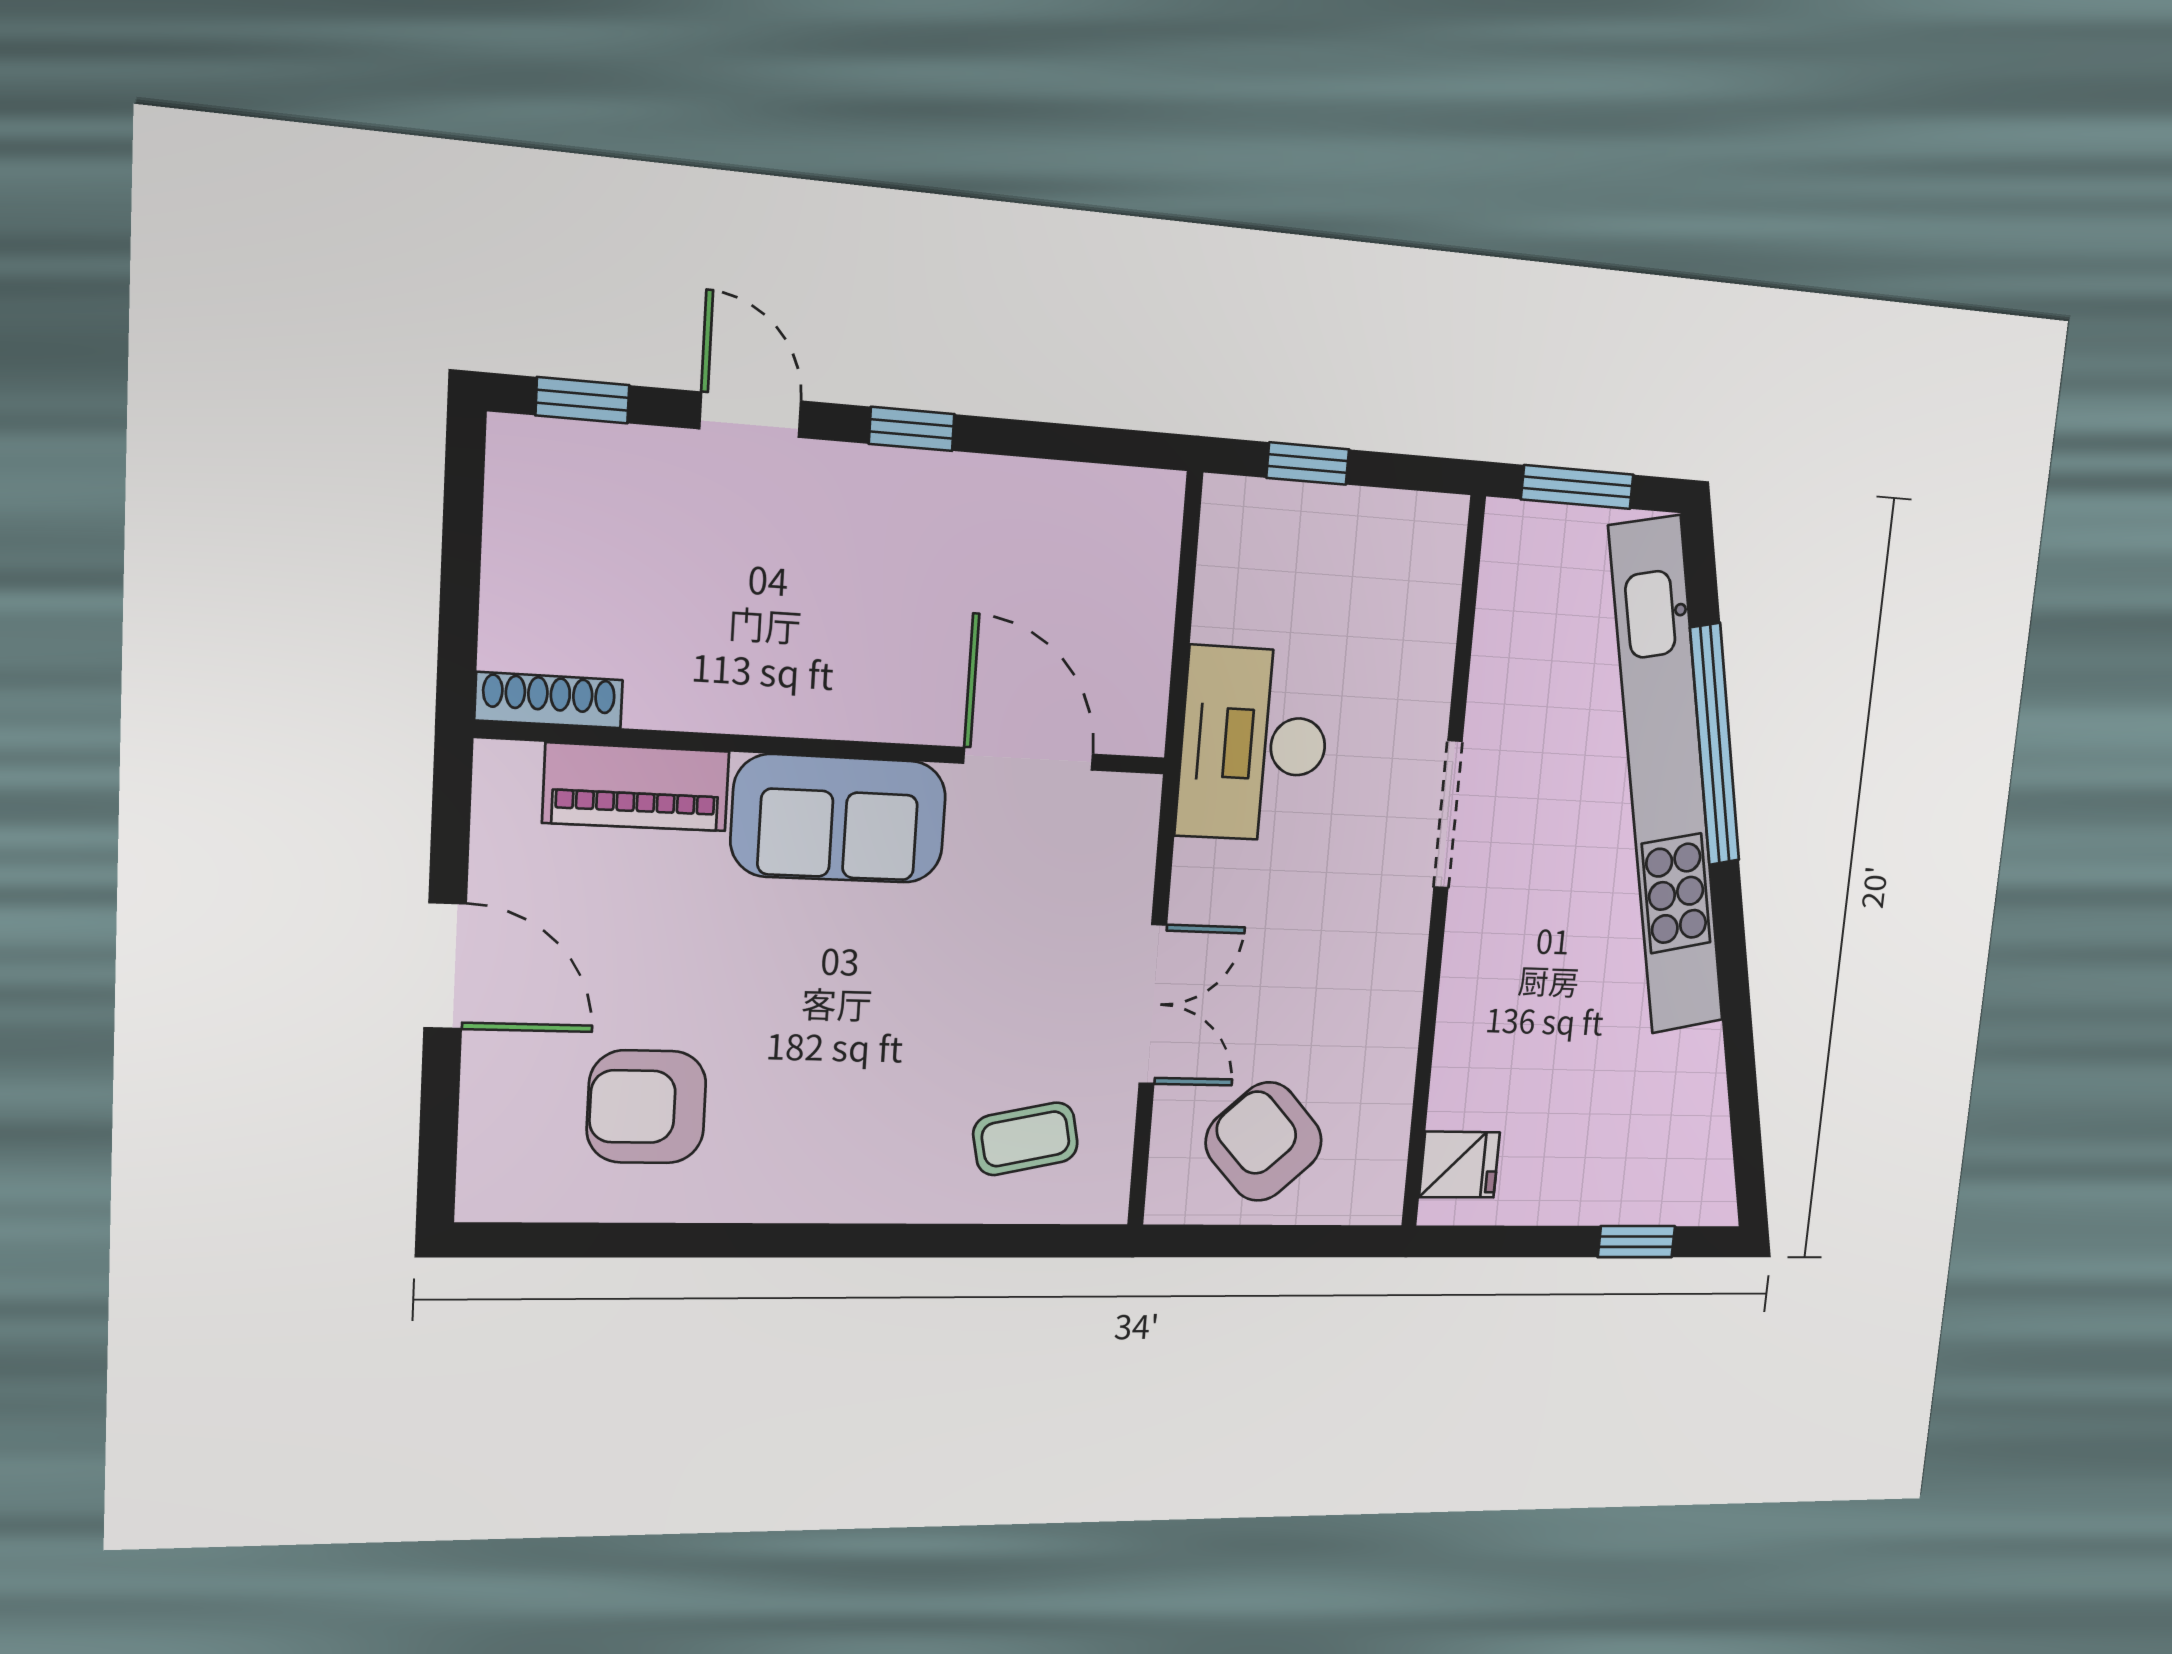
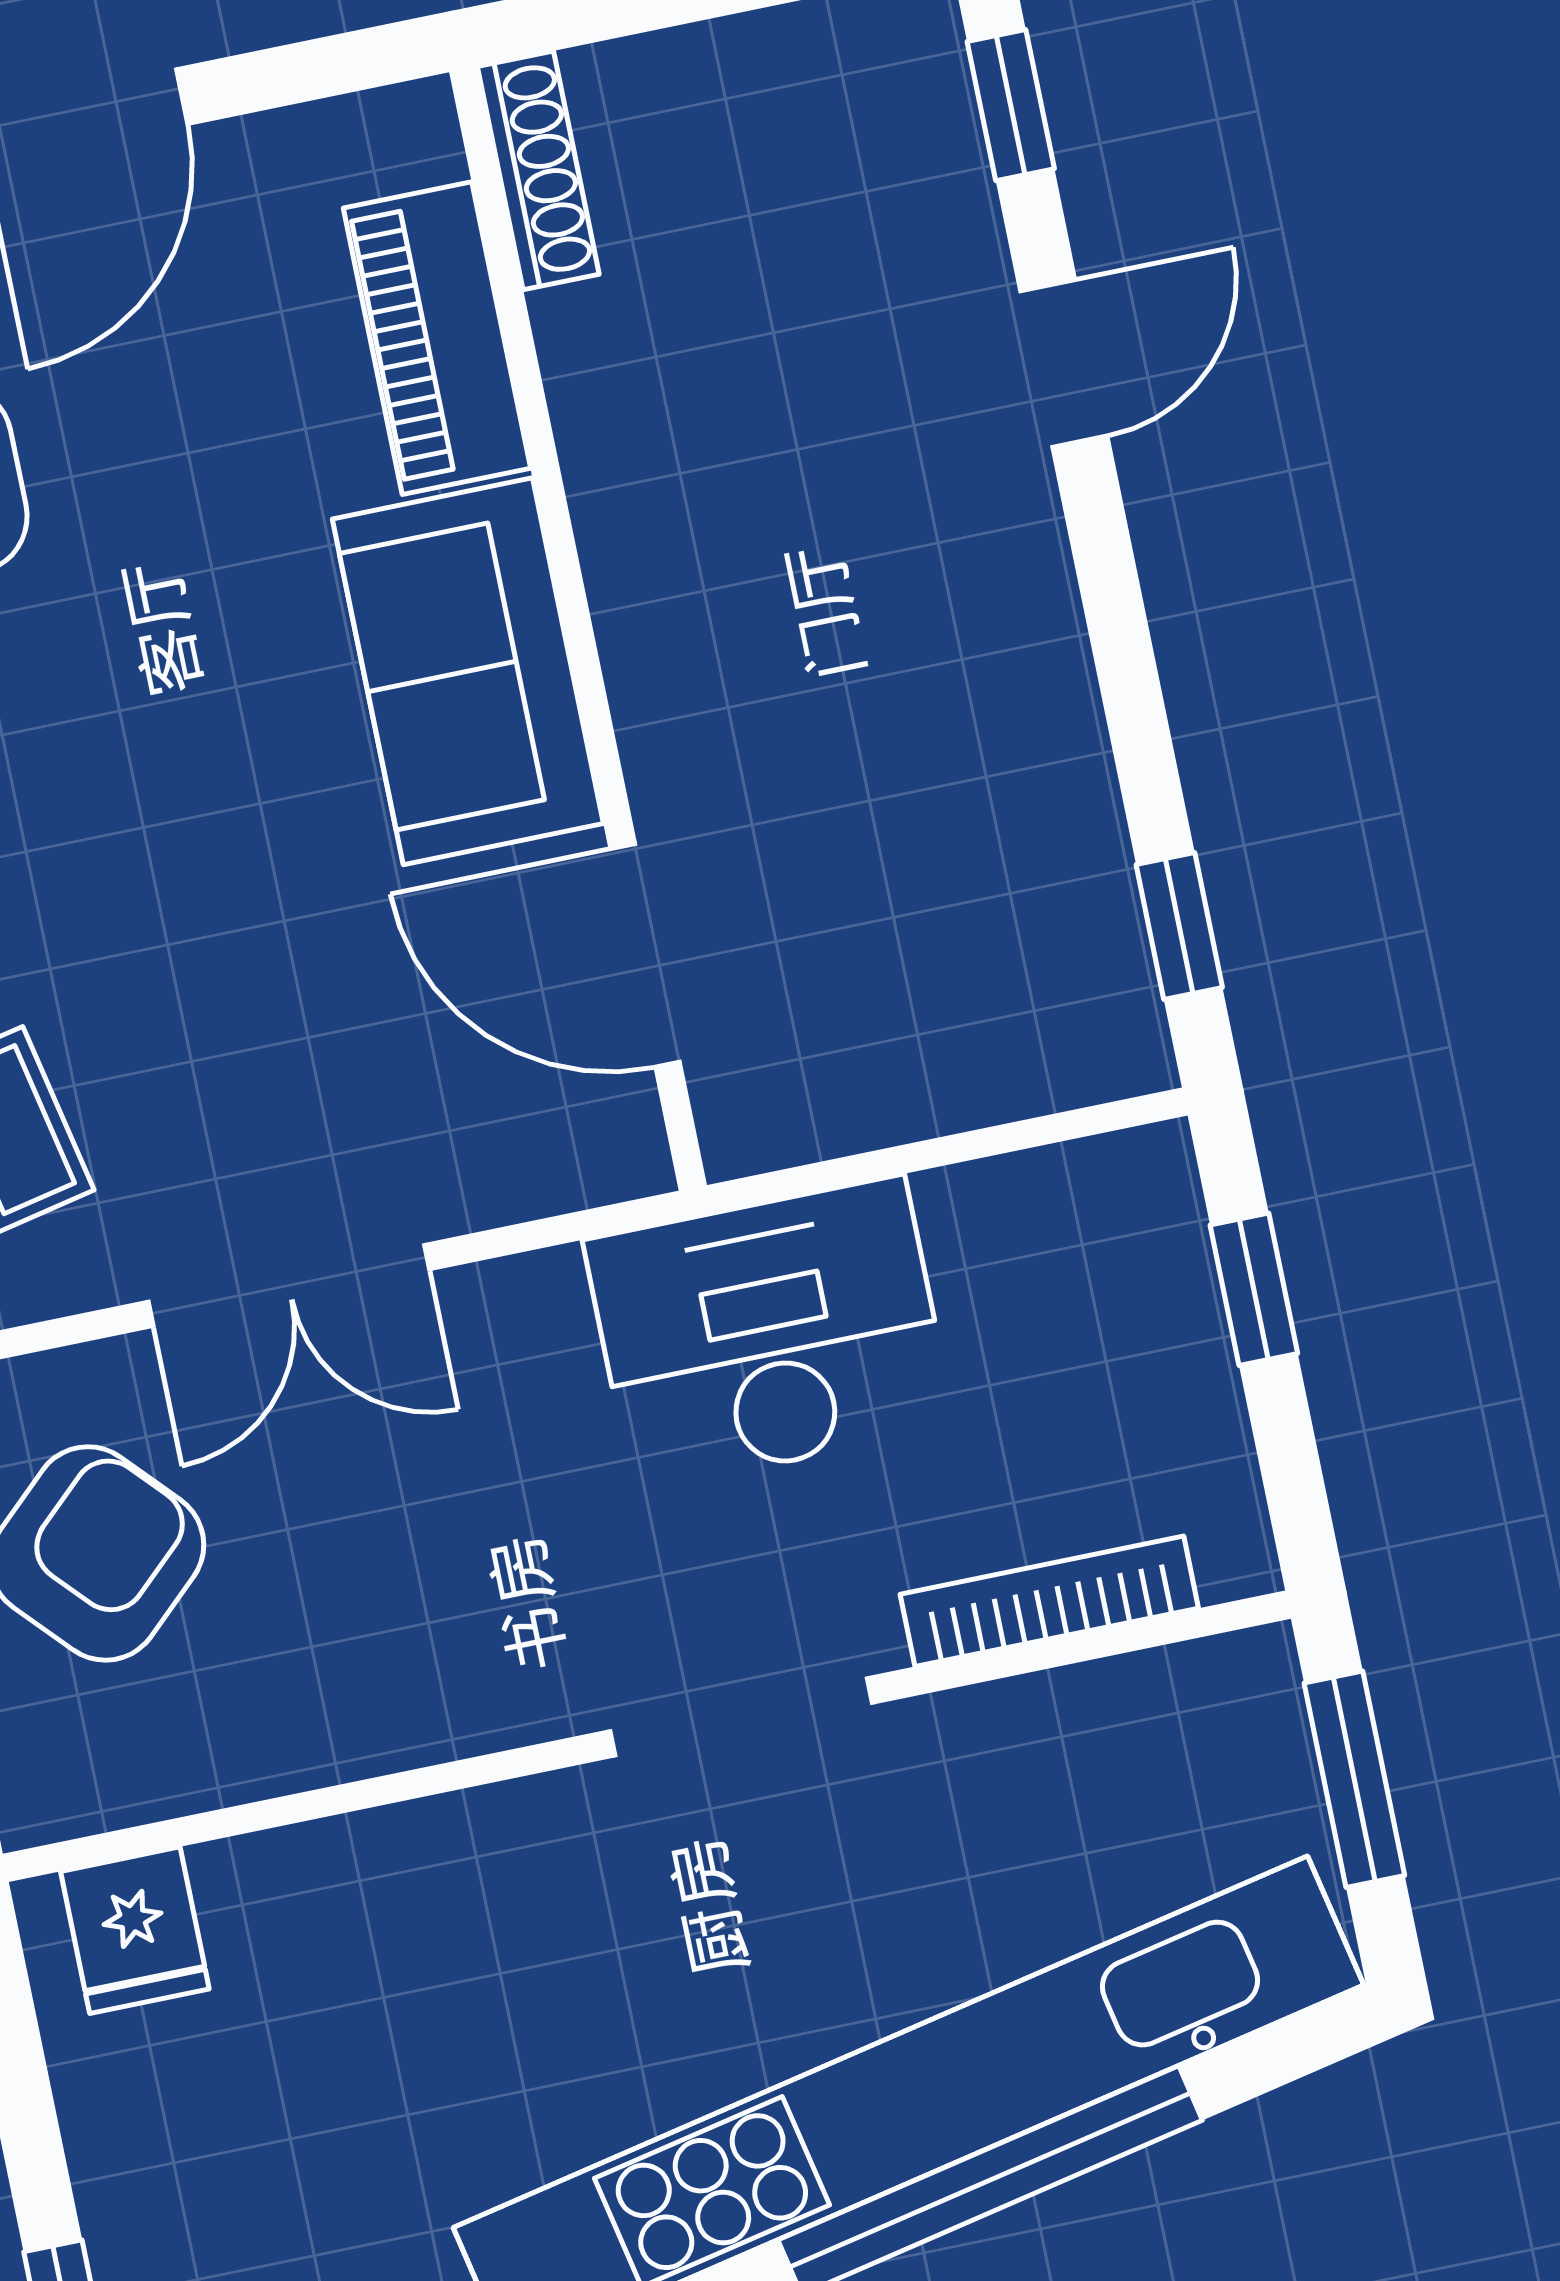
window: (912, 429) -> (1179, 926), moved
bookcase: (1438, 628) -> (1049, 1601), added
door: (1028, 759) -> (645, 956), swing flipped

